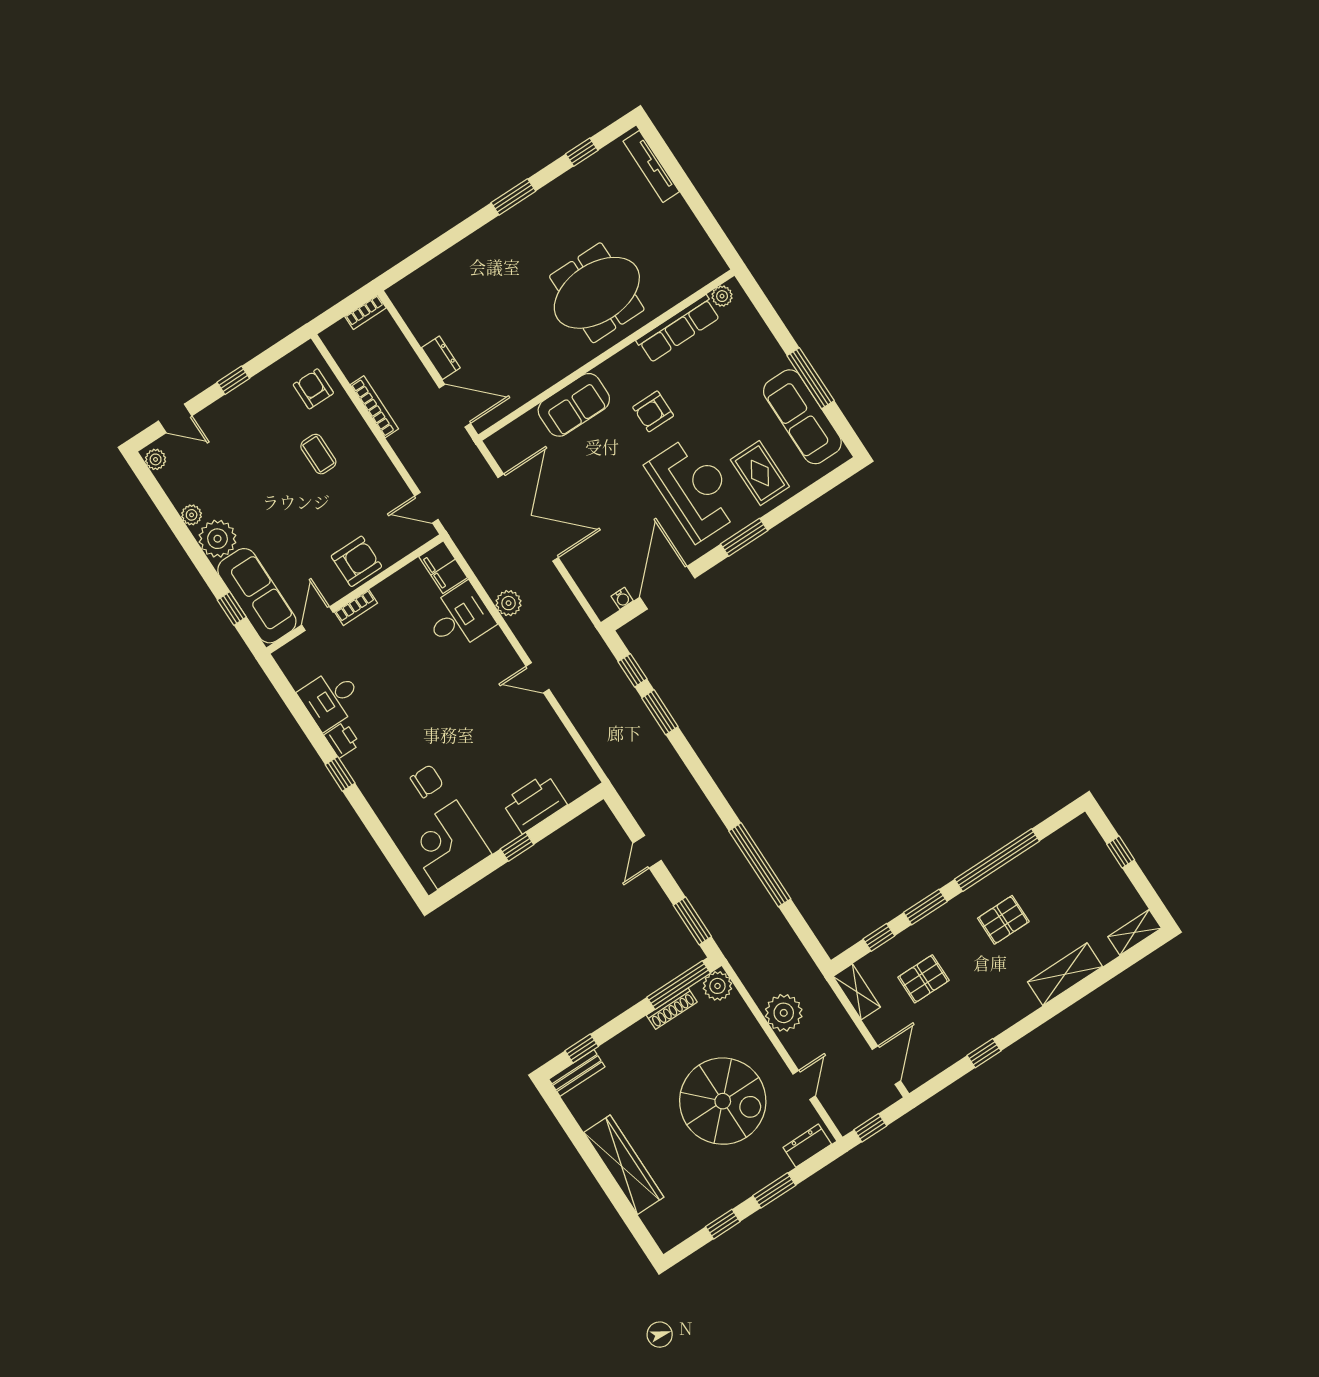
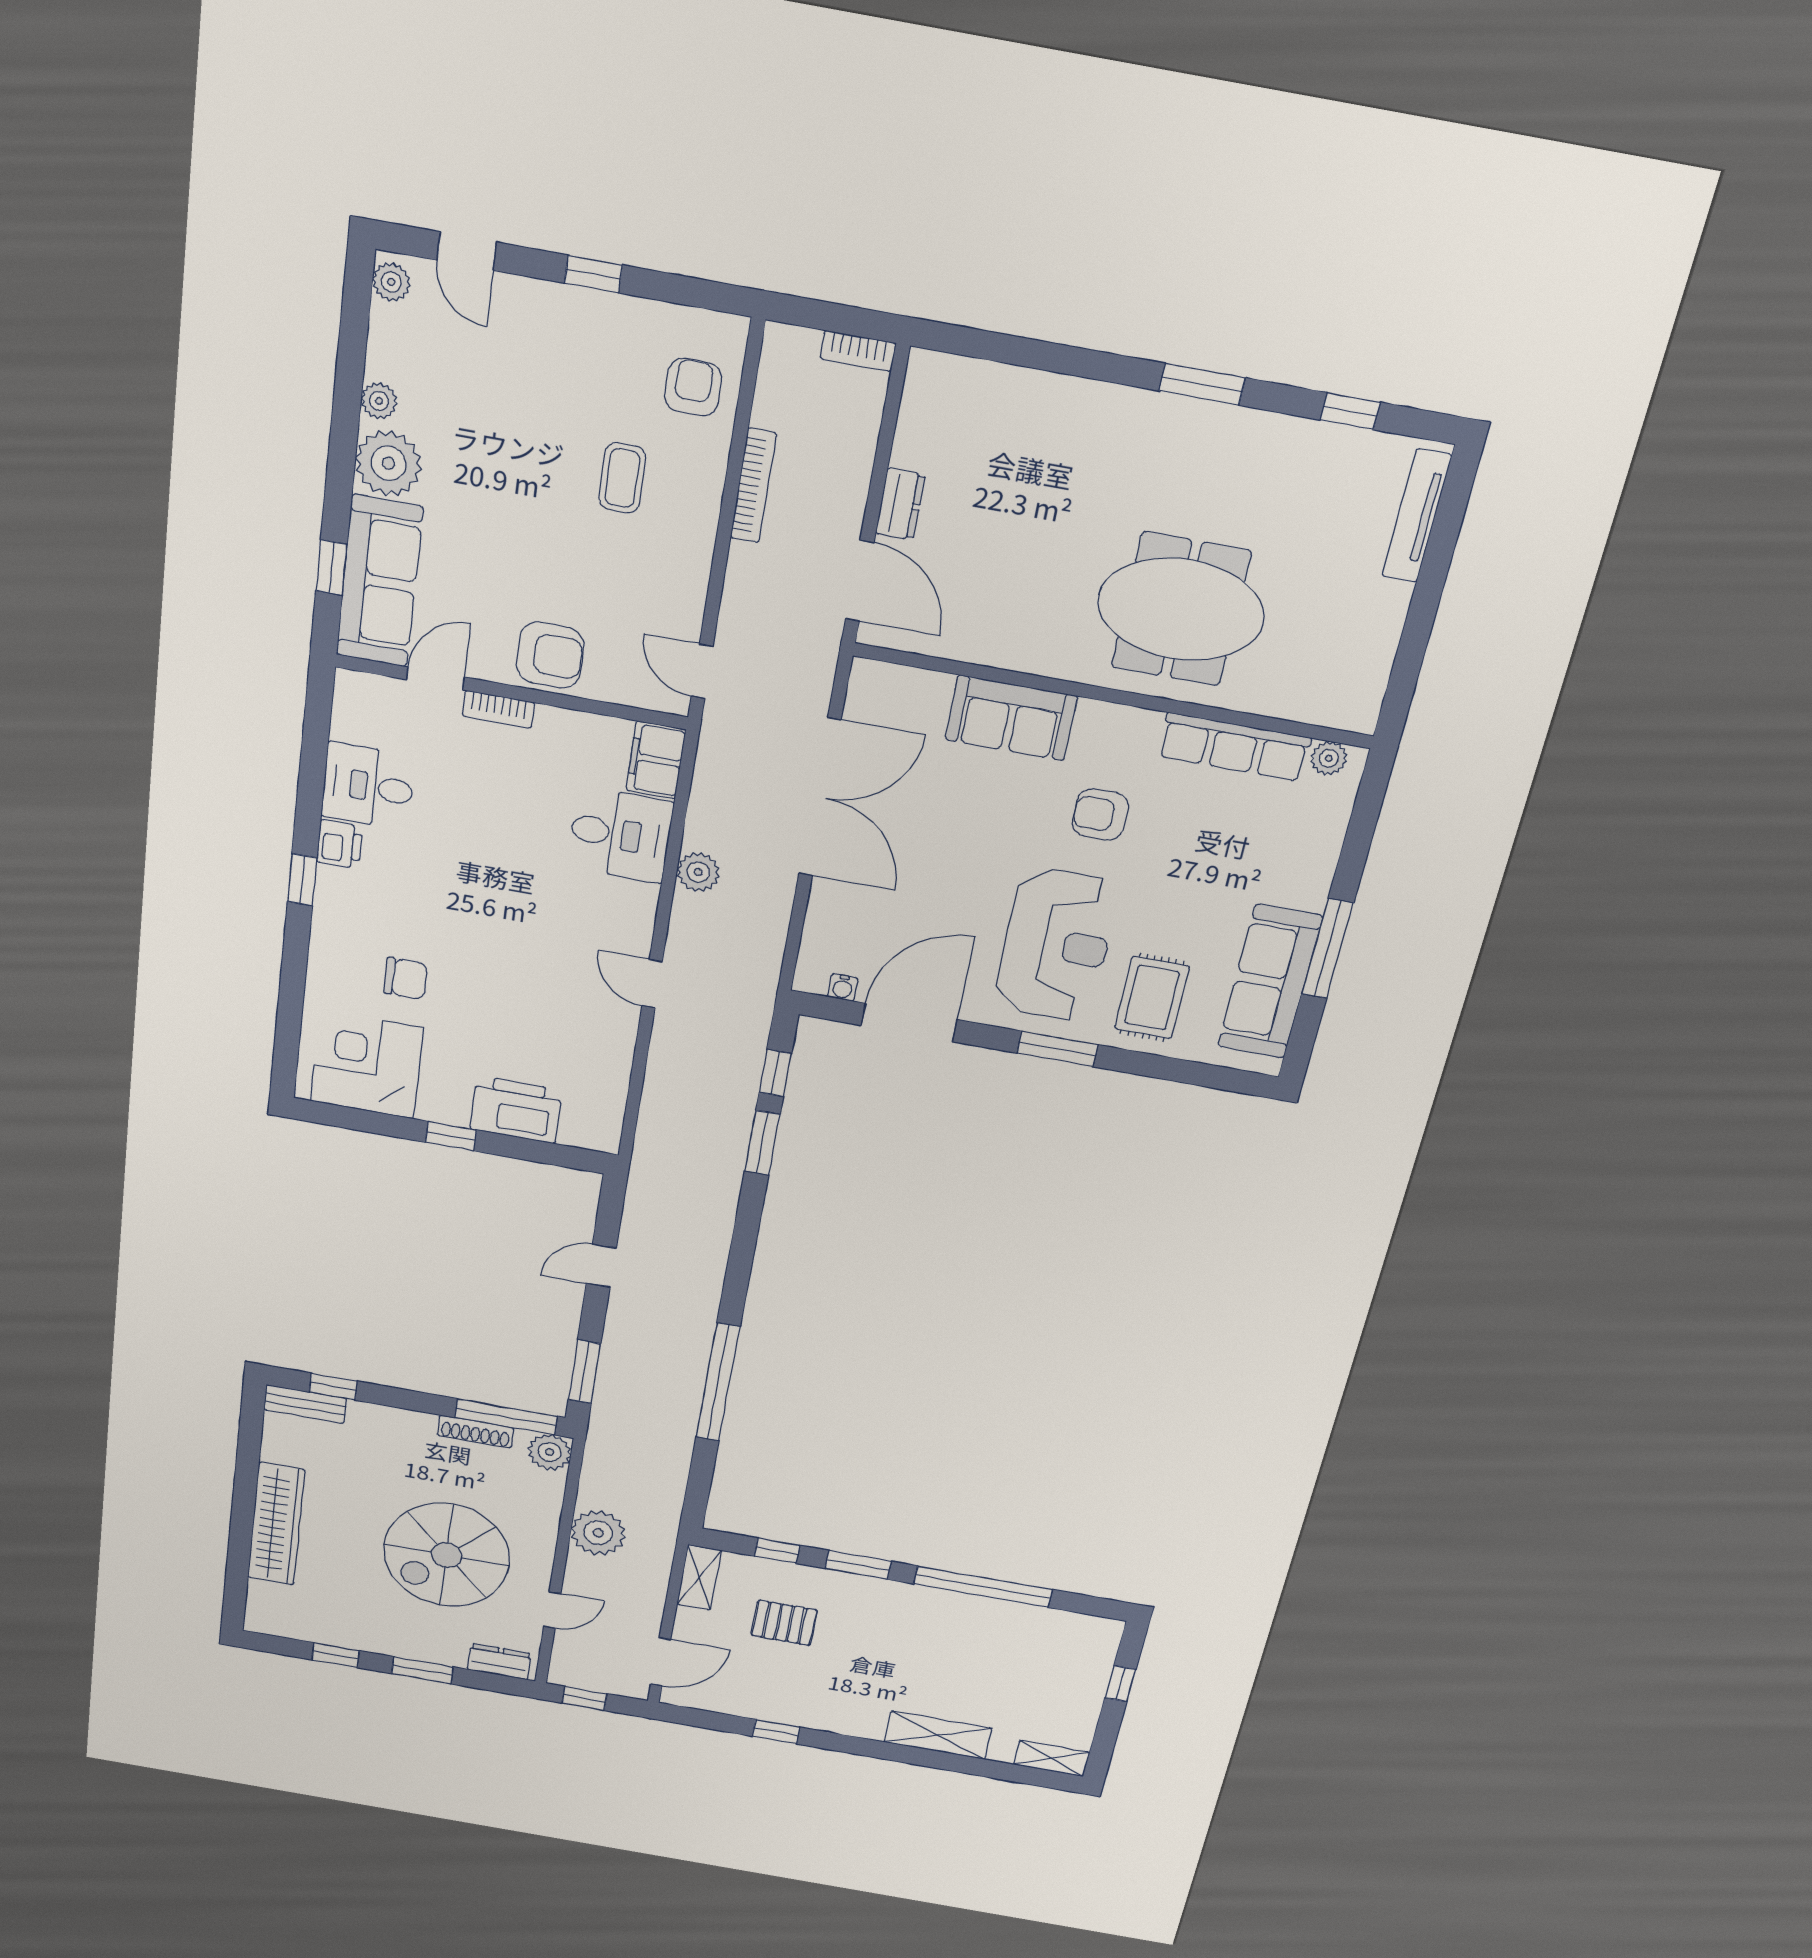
pallet: (1003, 920) -> (928, 1641), removed
spiral stairs: (723, 1101) -> (447, 1555), turned 90

